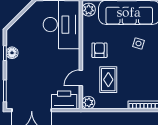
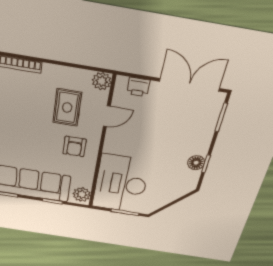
side table: (138, 43) -> (19, 146), removed
printer: (64, 100) -> (138, 87), width x0.53, depth x0.68

